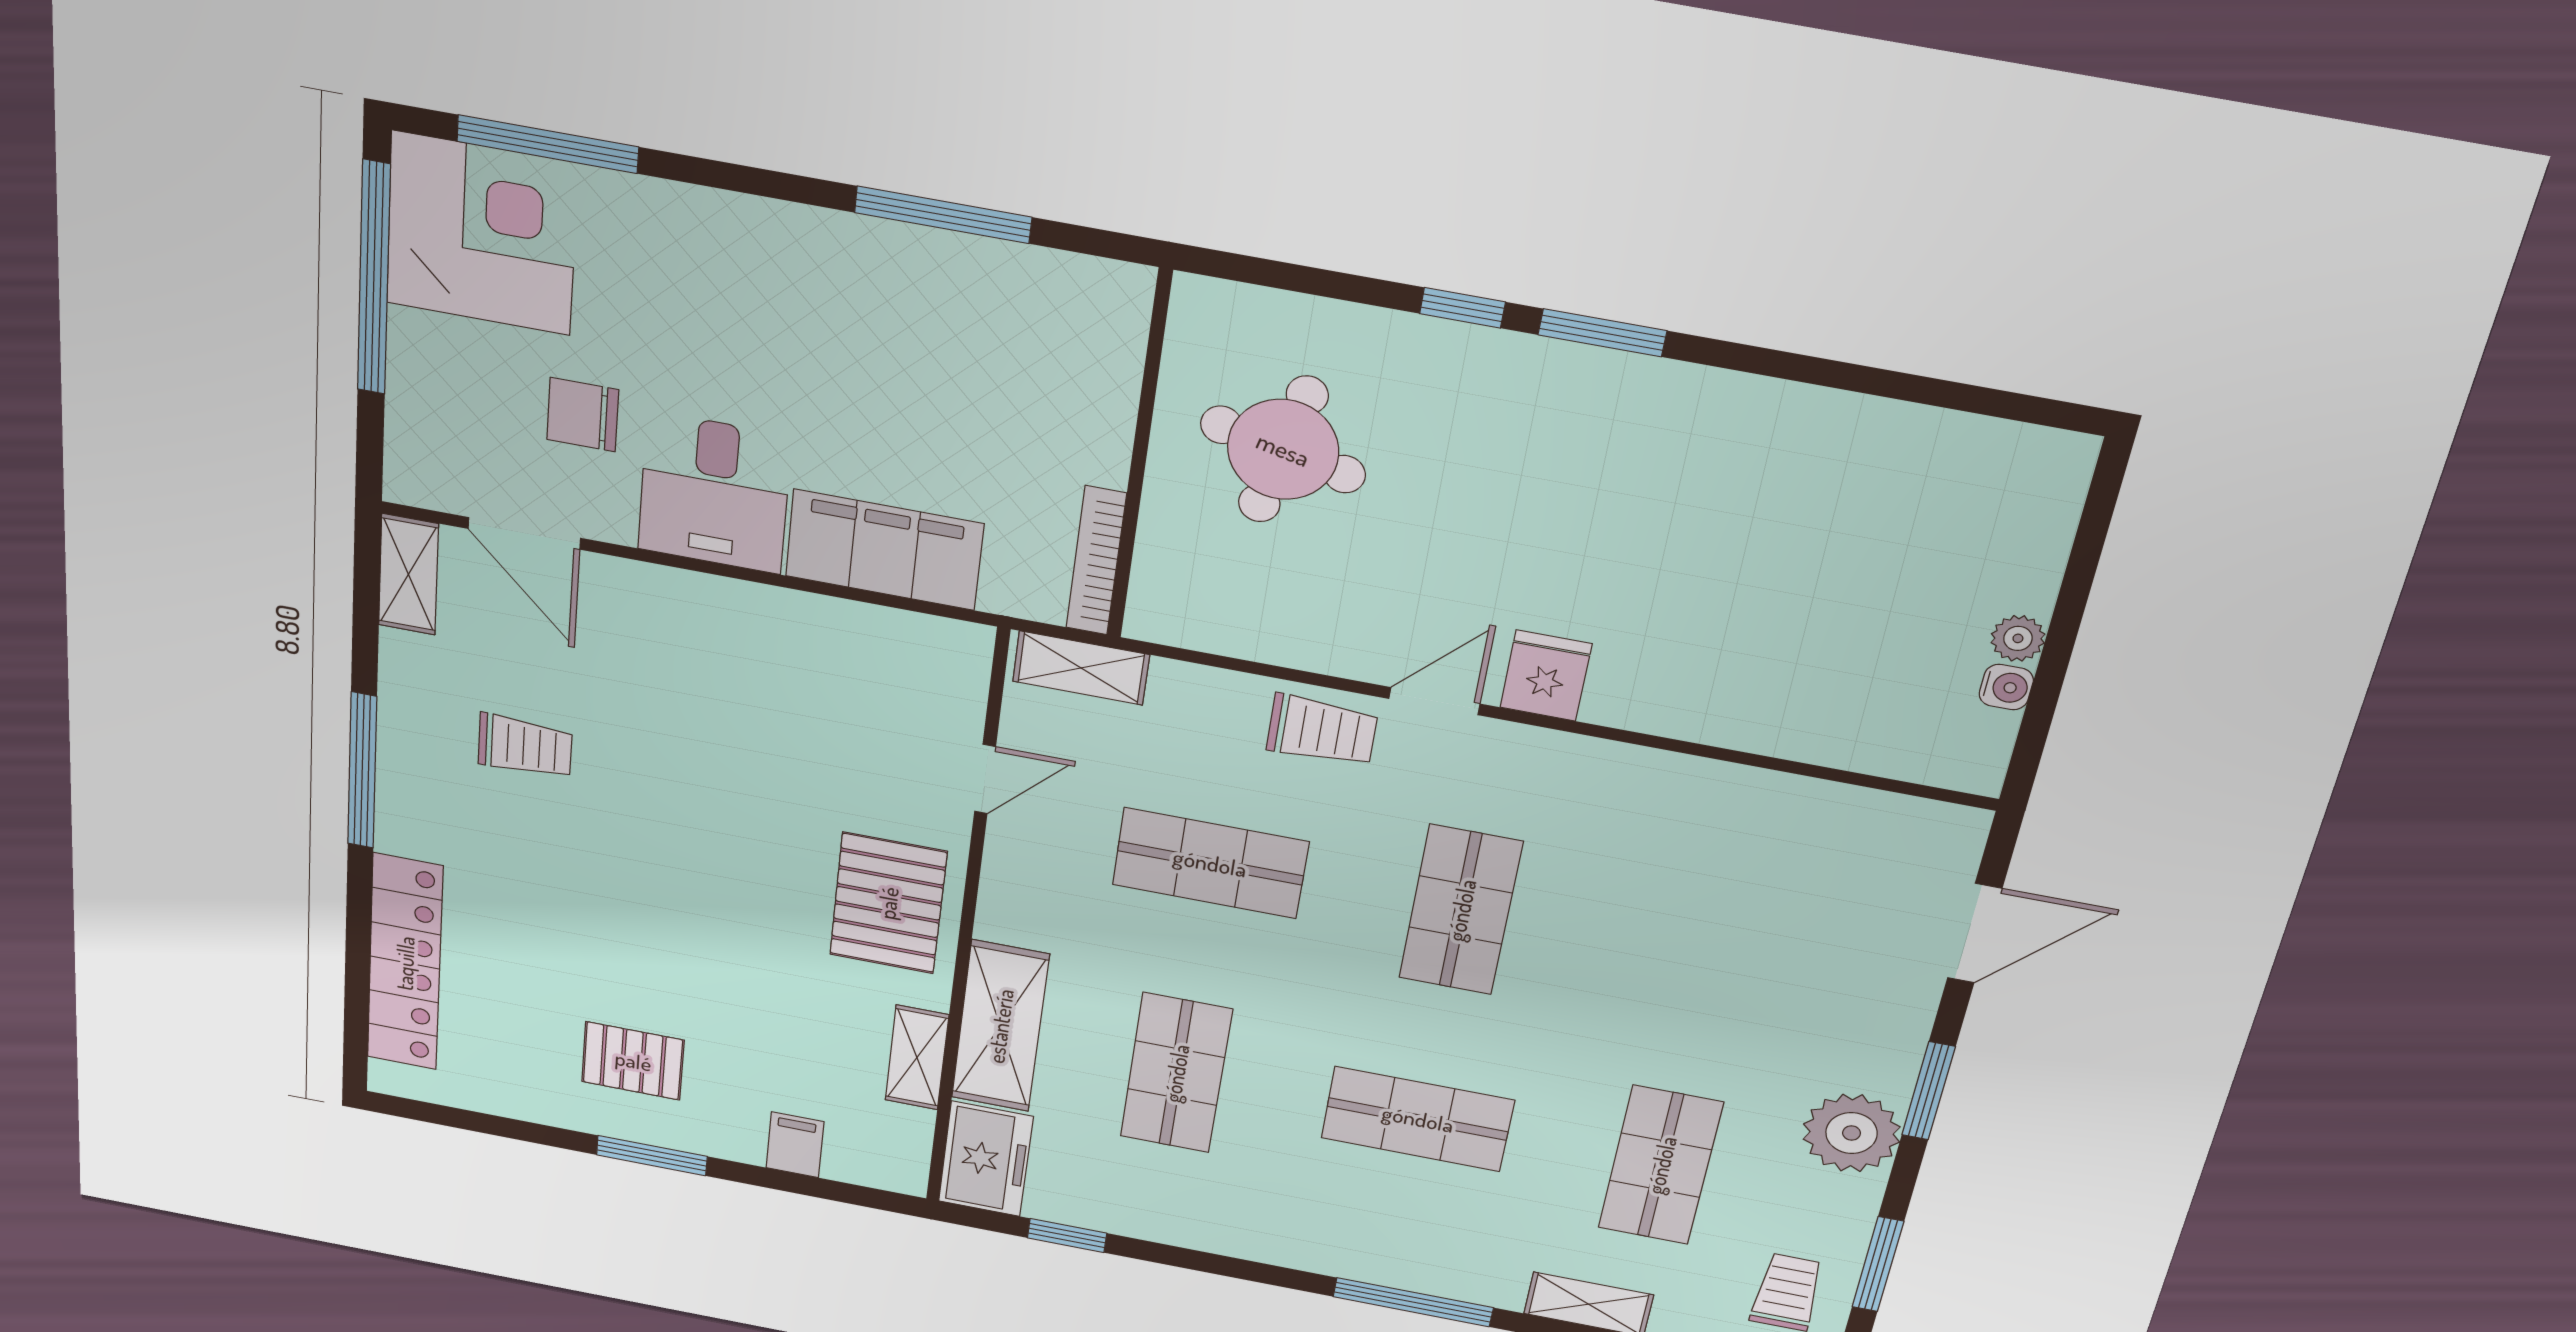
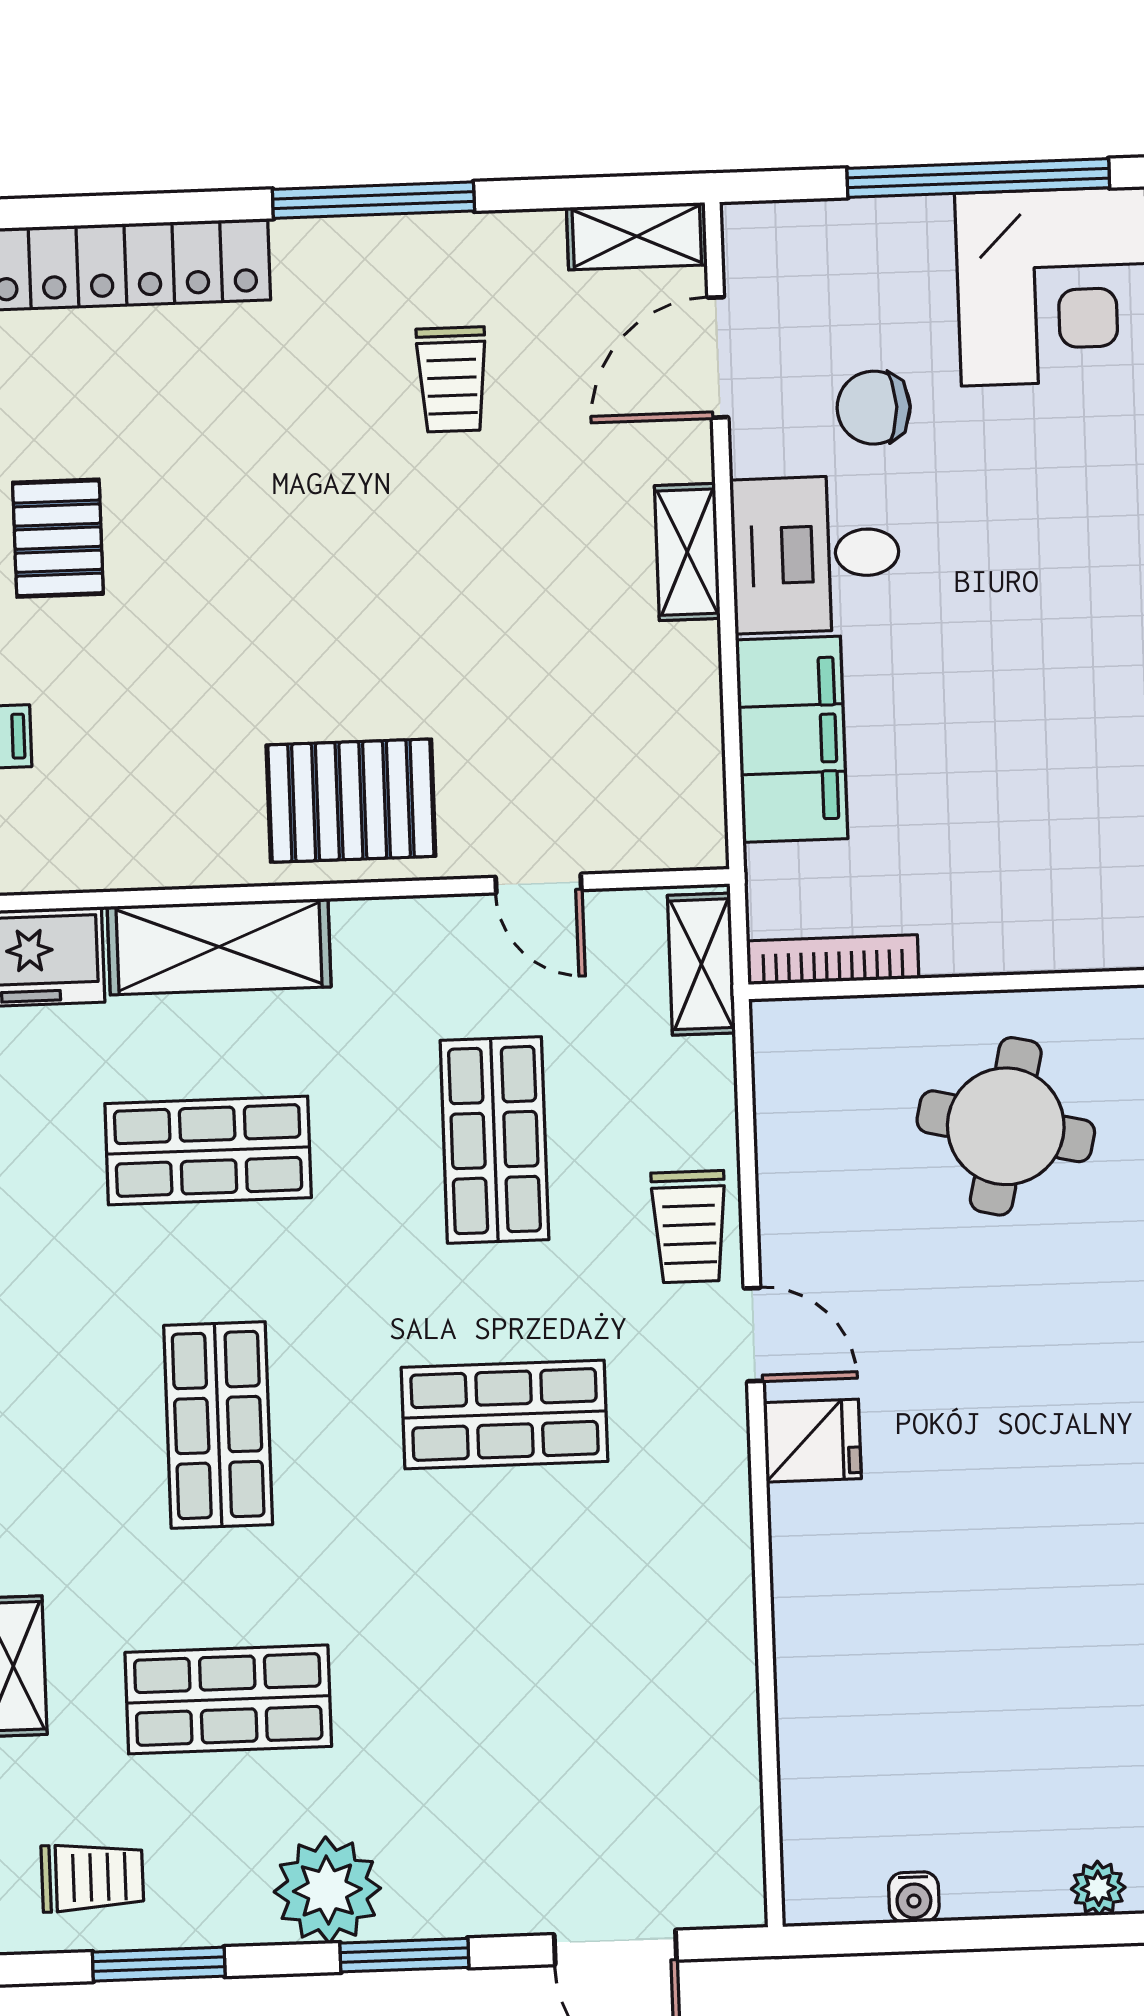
chair: (583, 415) -> (874, 408), turned -90
plant: (2018, 638) -> (1098, 1888), moved
shelving: (917, 1058) -> (687, 552), moved, turned 90

